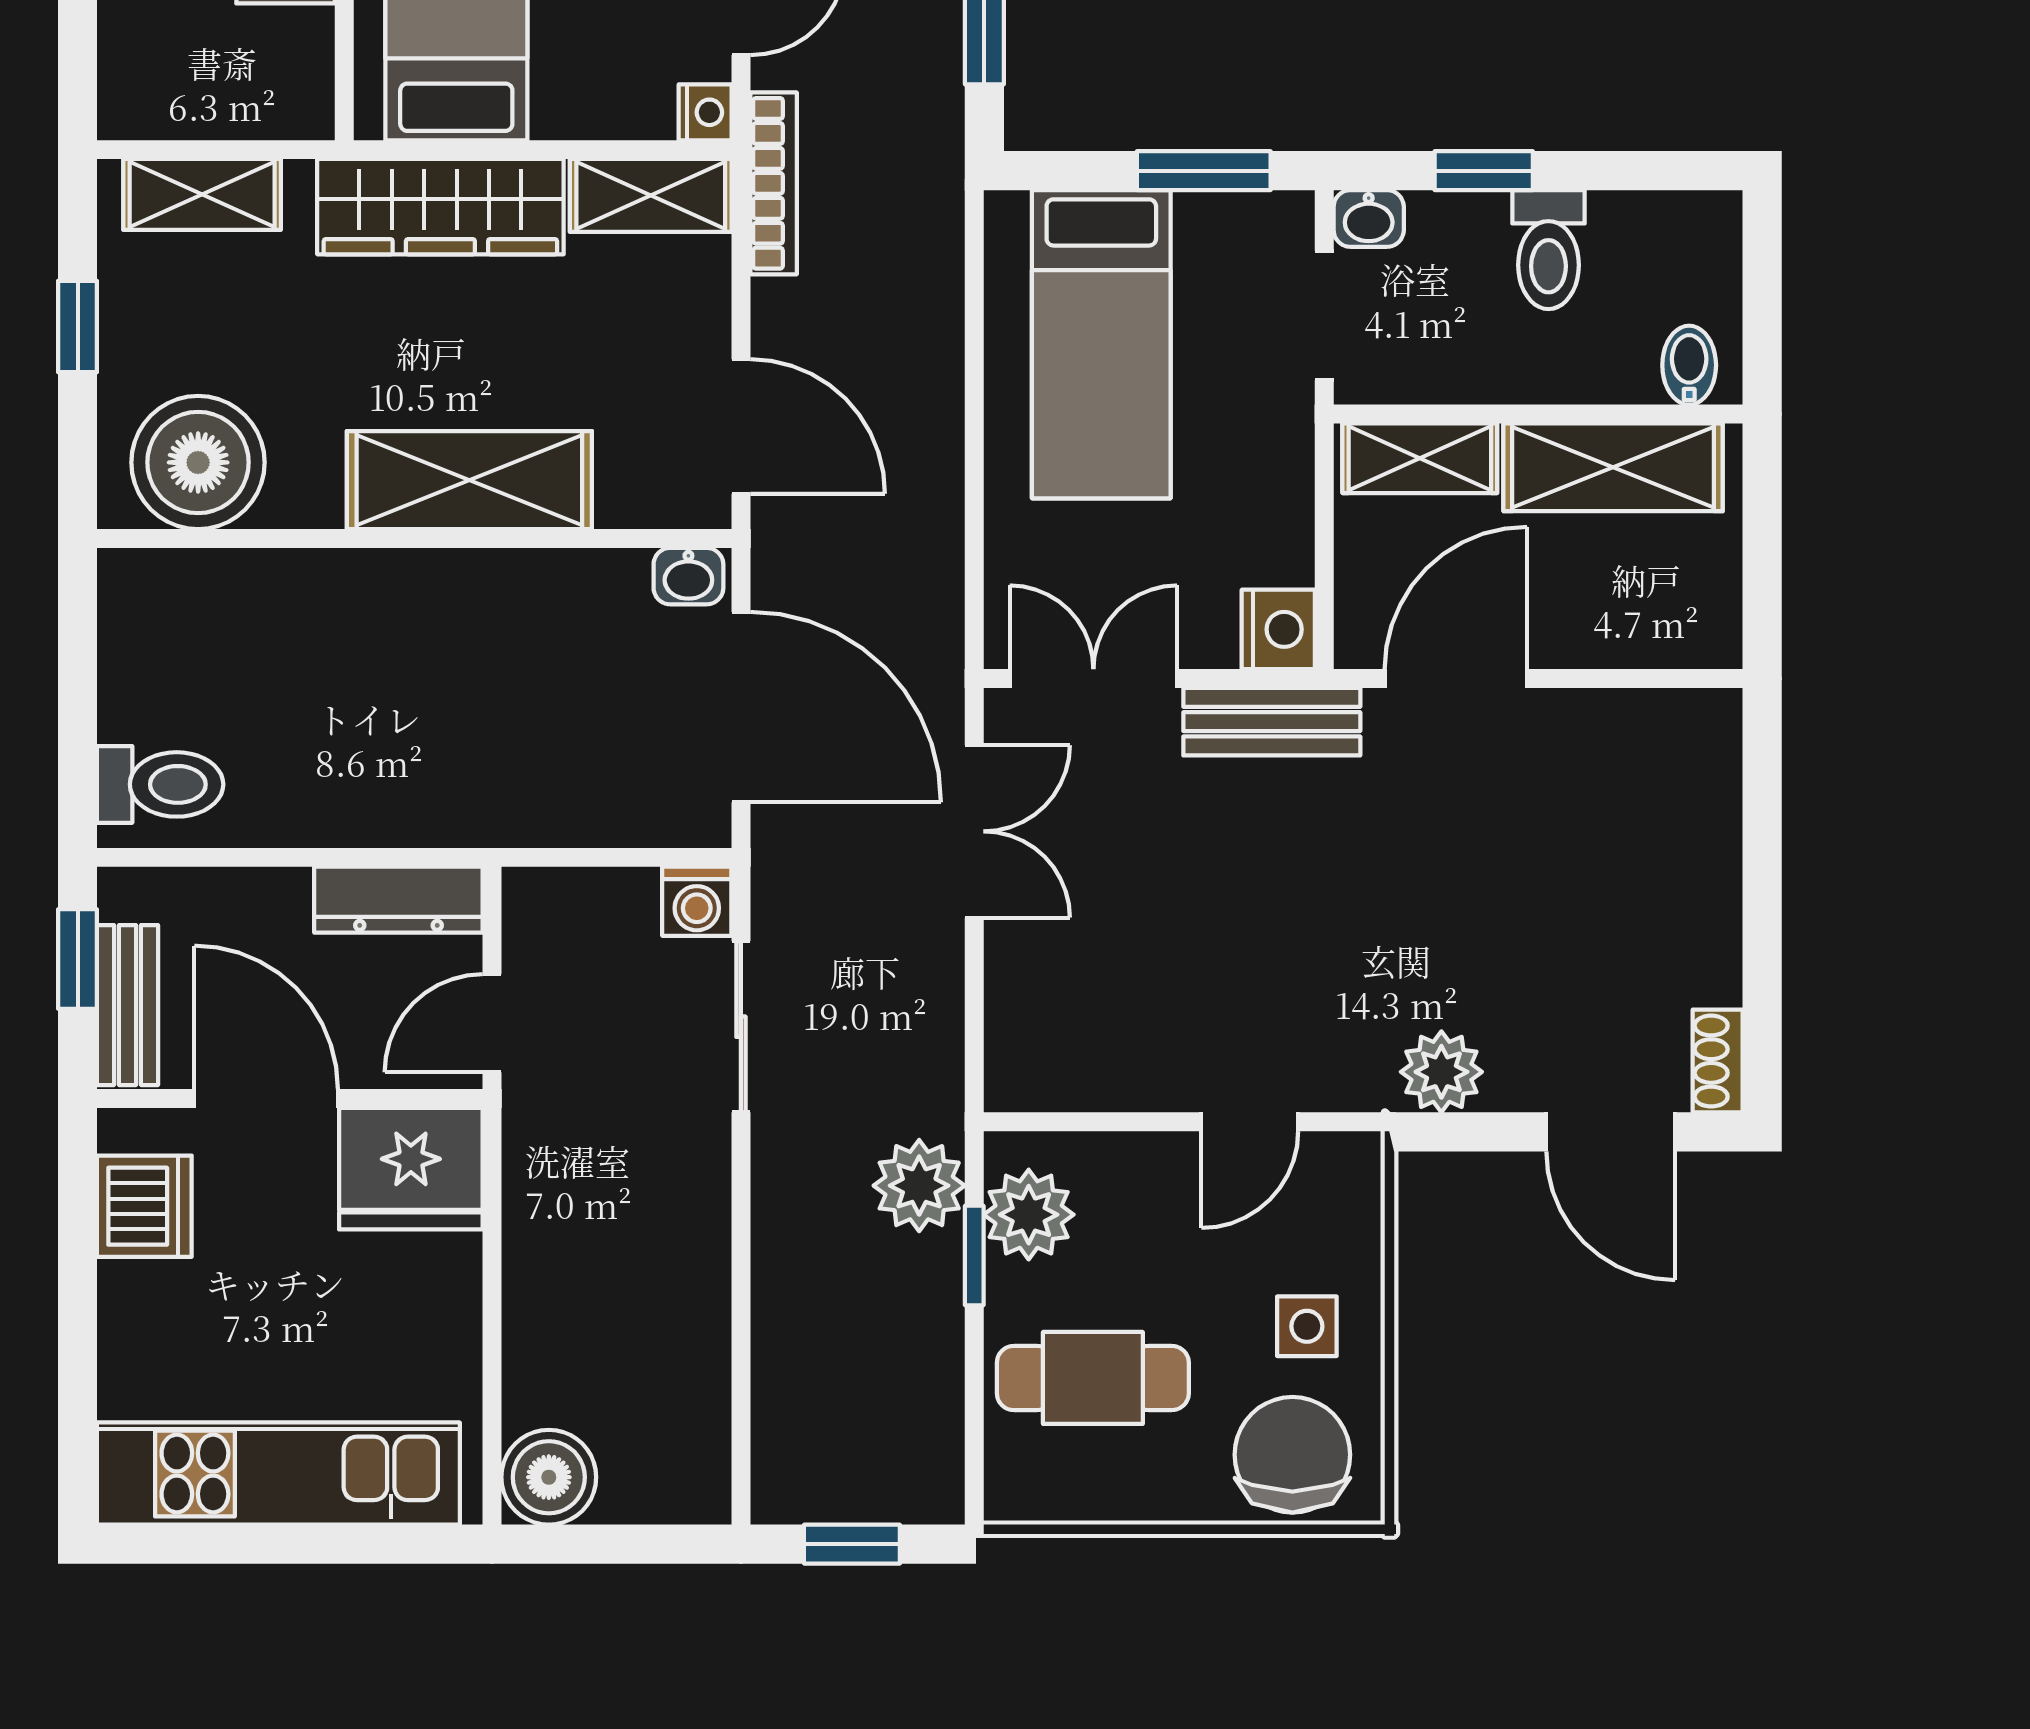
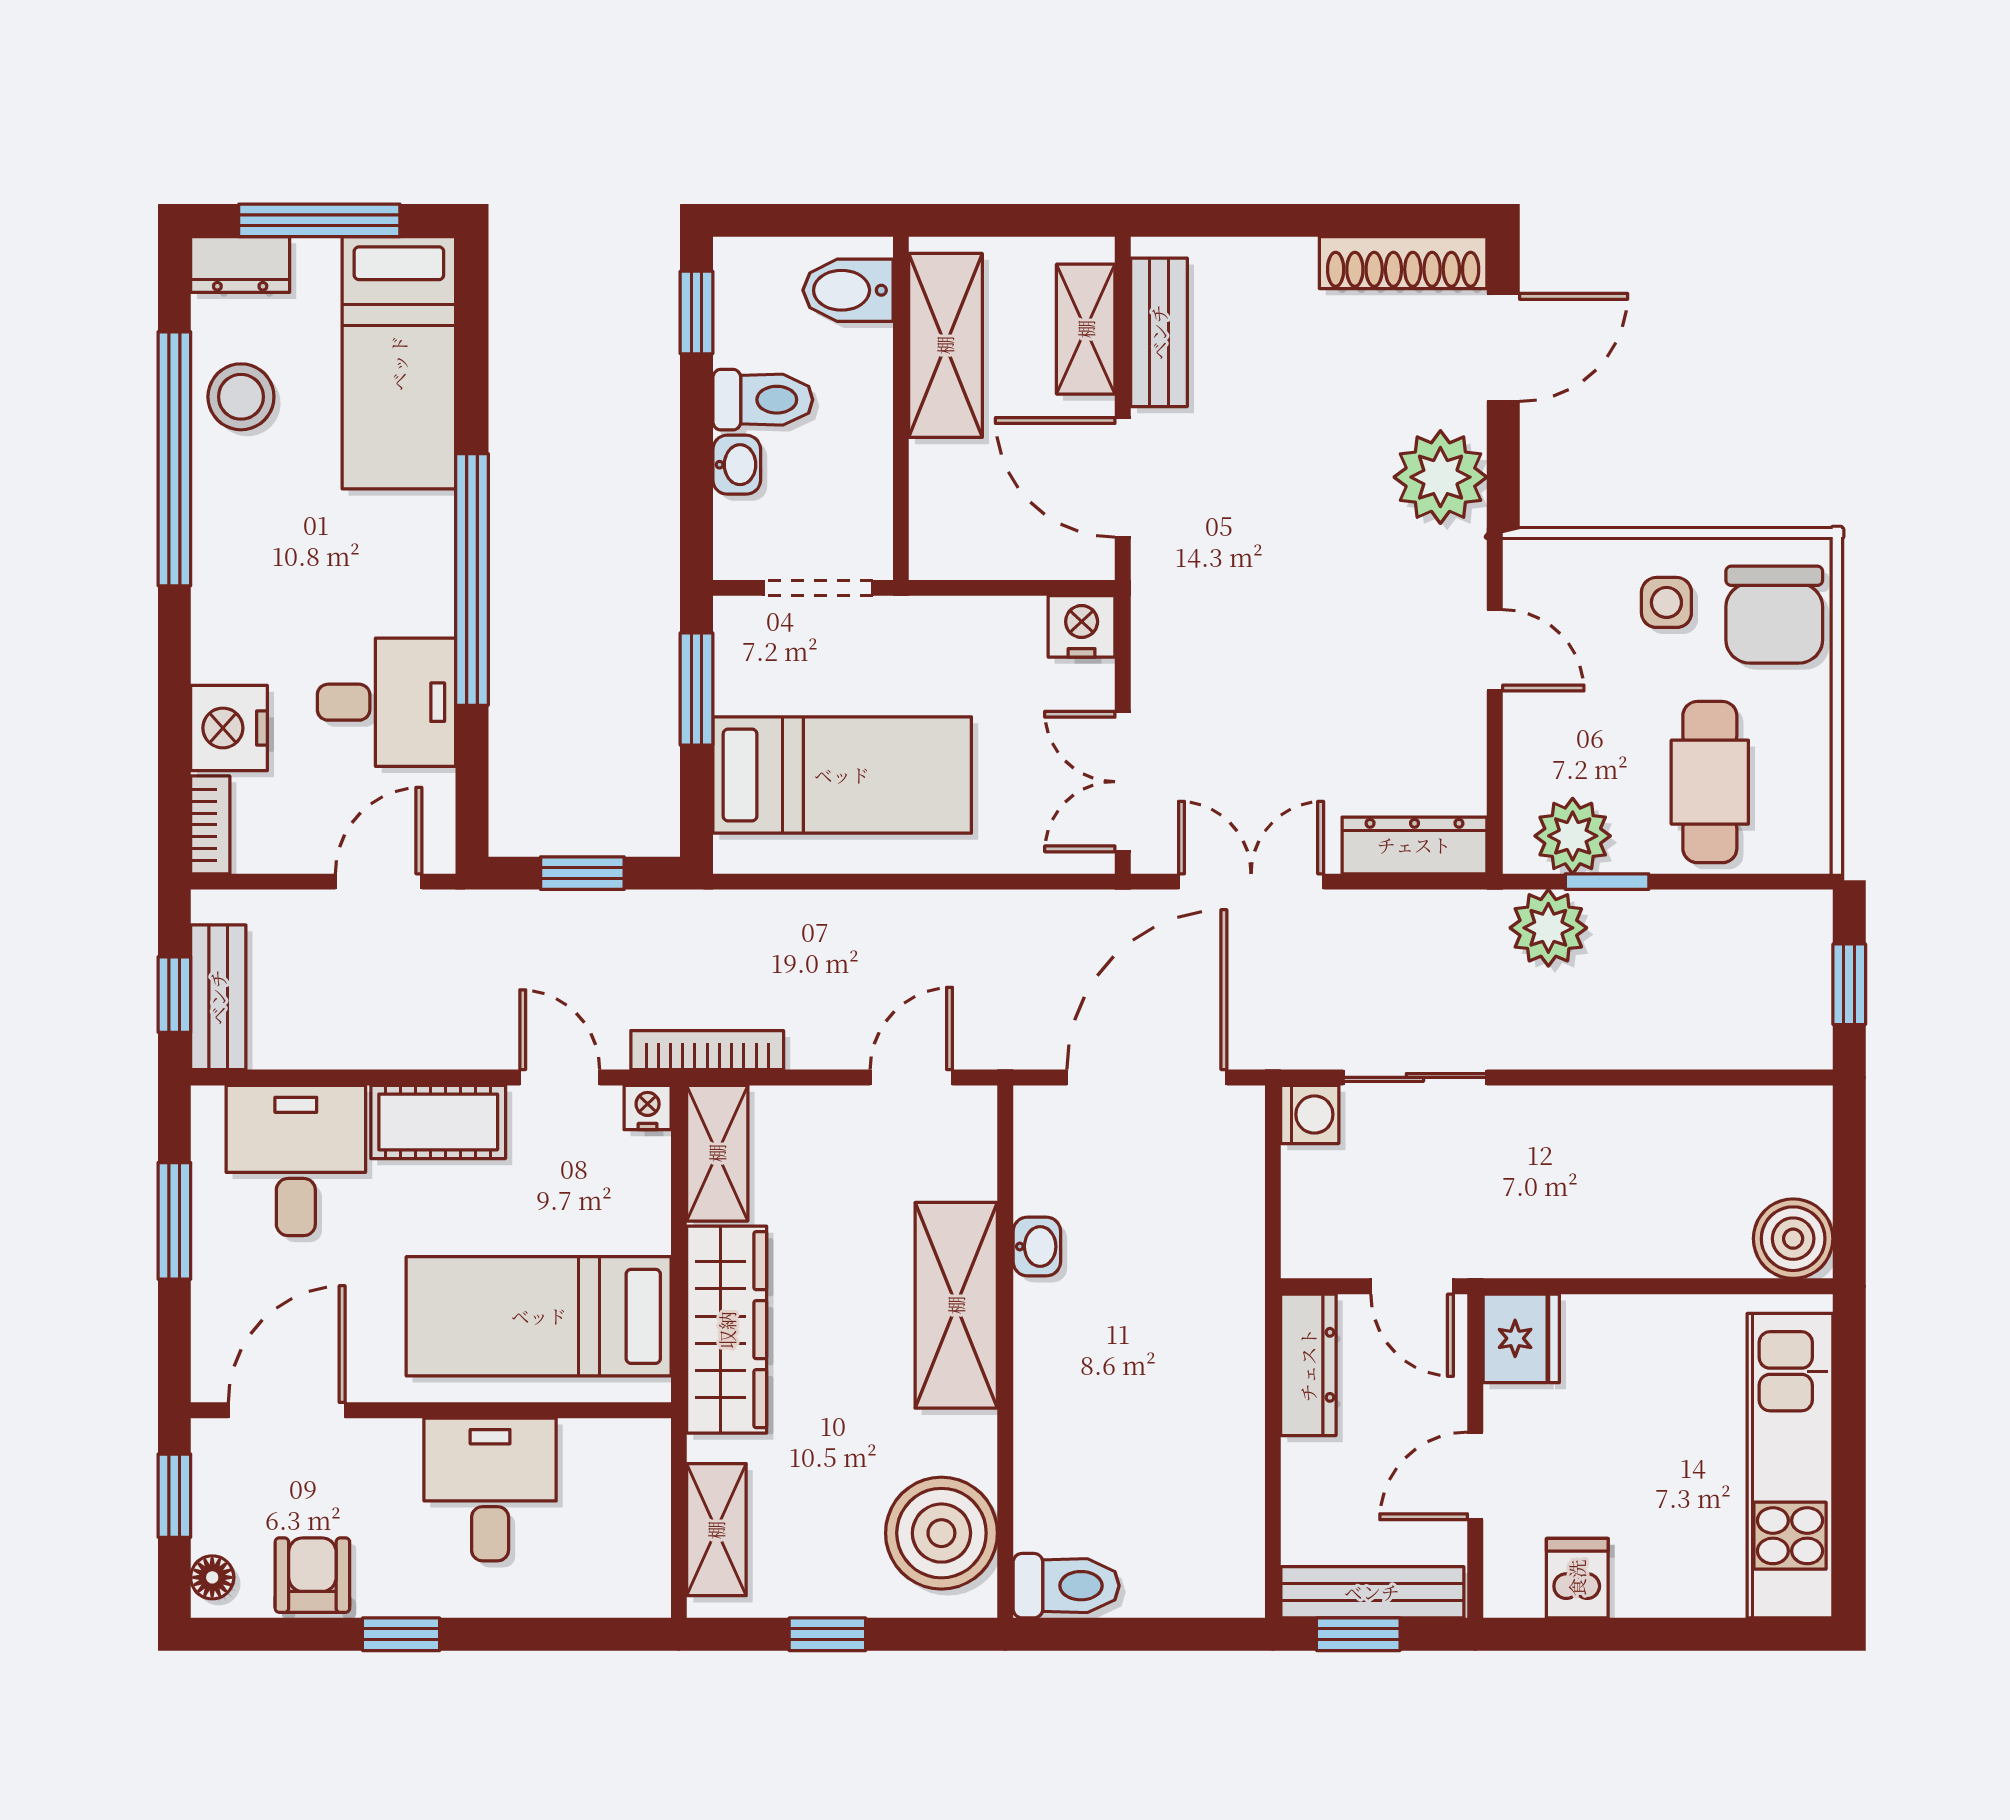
window: (1484, 171) -> (697, 312), moved
washbasin: (1369, 218) -> (737, 465), moved
bidet: (1689, 365) -> (848, 290), width x1.38, depth x1.36
door: (741, 427) -> (911, 1077), width x0.73
shelving: (1420, 458) -> (1086, 329), moved
washbasin: (688, 576) -> (1037, 1246), moved
bench: (1272, 722) -> (1159, 332), moved
toilet: (160, 784) -> (1066, 1586), moved, turned 90
bench: (128, 1005) -> (1372, 1592), width x1.36
dresser: (1017, 1026) -> (1414, 845), added
shoe rack: (1718, 1061) -> (1403, 263), width x1.94, depth x1.24
plant: (1441, 1072) -> (1440, 477), width x1.36, depth x1.36
door: (266, 1098) -> (1475, 1476), width x0.73
fridge: (411, 1169) -> (1521, 1338), width x0.73, depth x0.75
dishwasher: (144, 1206) -> (1577, 1578), width x0.73
chair: (1292, 1455) -> (1774, 615), turned -90

